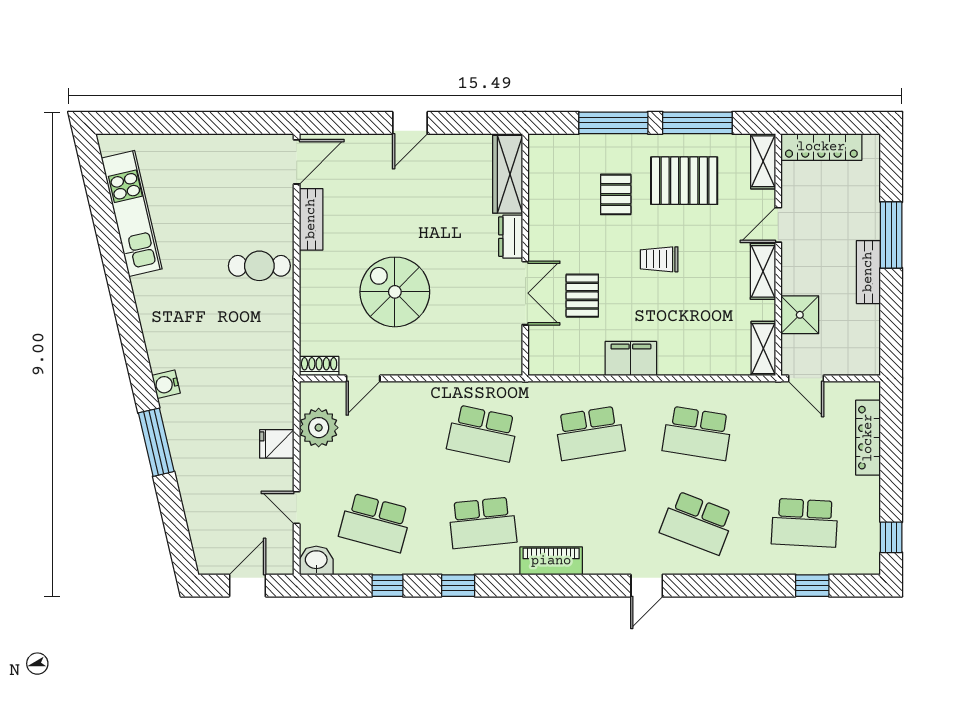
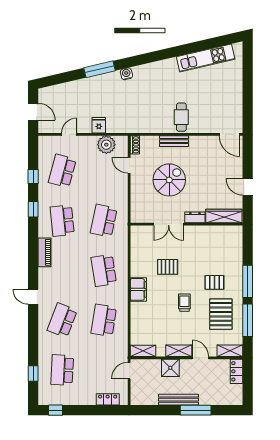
locker: (821, 147) -> (236, 371), width x0.66
wardrobe: (508, 174) -> (224, 216), moved
bench: (311, 219) -> (174, 141), moved
dresser: (511, 237) -> (195, 217), moved
wall: (525, 255) -> (187, 224), moved
bench: (868, 272) -> (178, 400), width x1.36
double door: (525, 293) -> (169, 224), moved
shower: (800, 315) -> (170, 368), moved
locker: (868, 438) -> (108, 399), width x0.66
washbasin: (316, 561) -> (45, 143), removed

